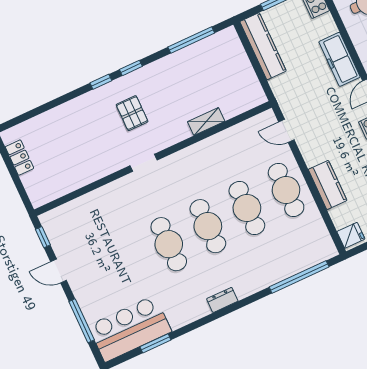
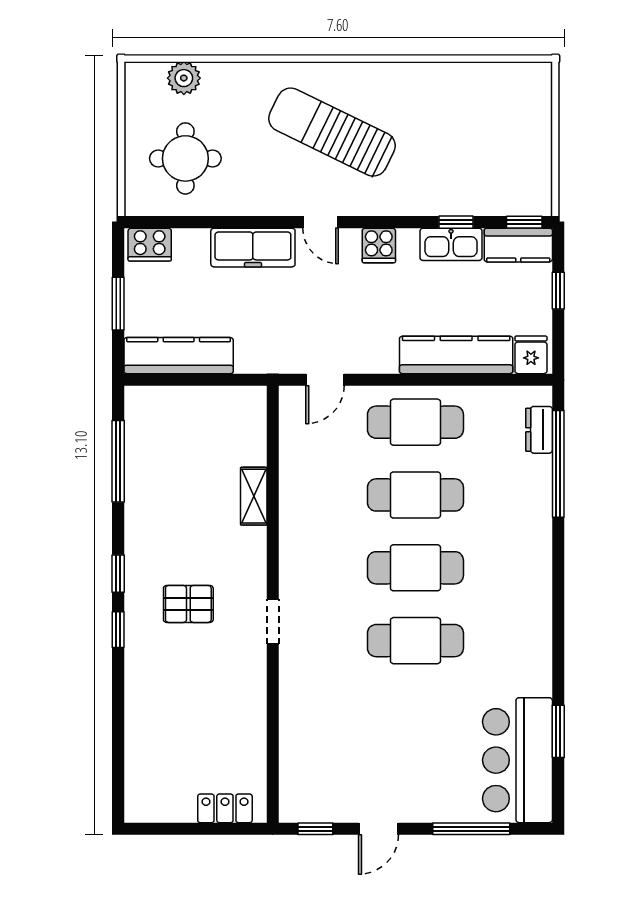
locker: (19, 158) -> (225, 808), moved
kitchen counter: (328, 185) -> (456, 355), width x1.50
dresser: (222, 300) -> (539, 430), moved

